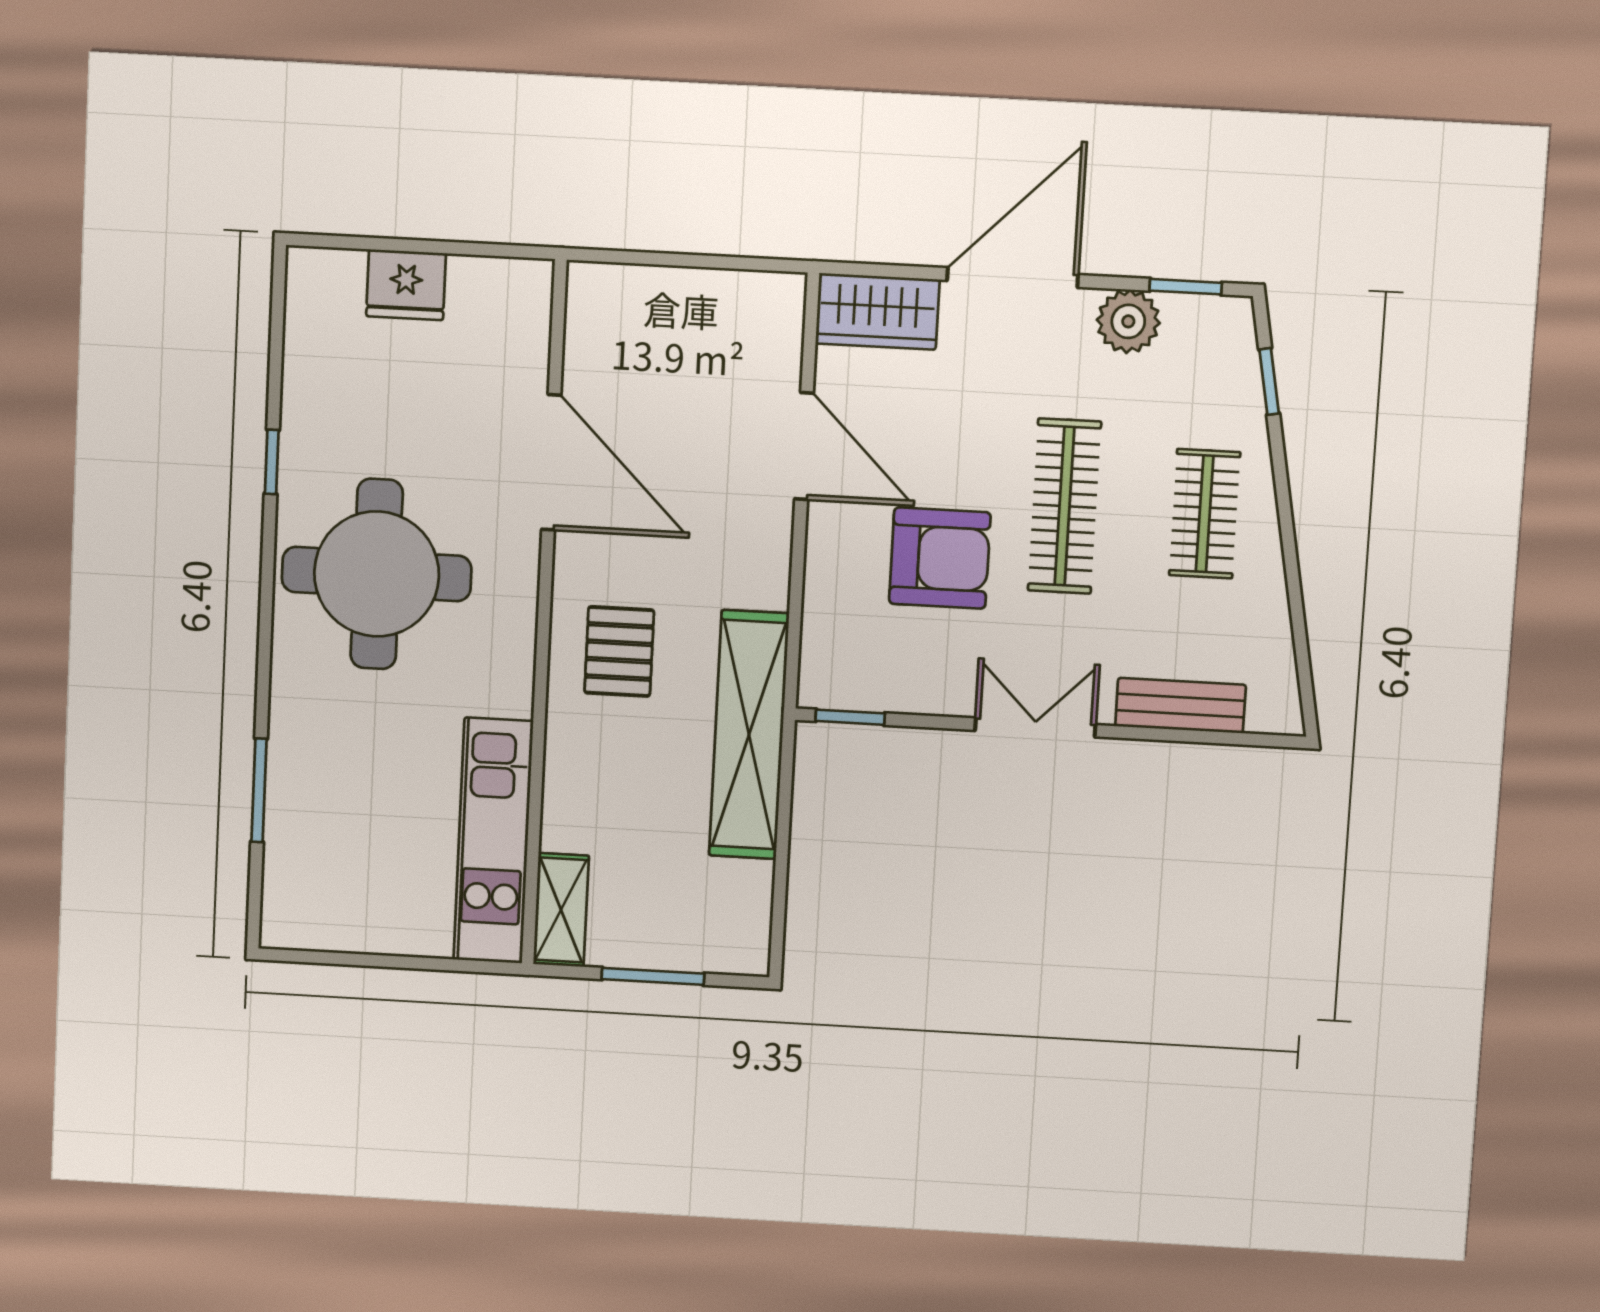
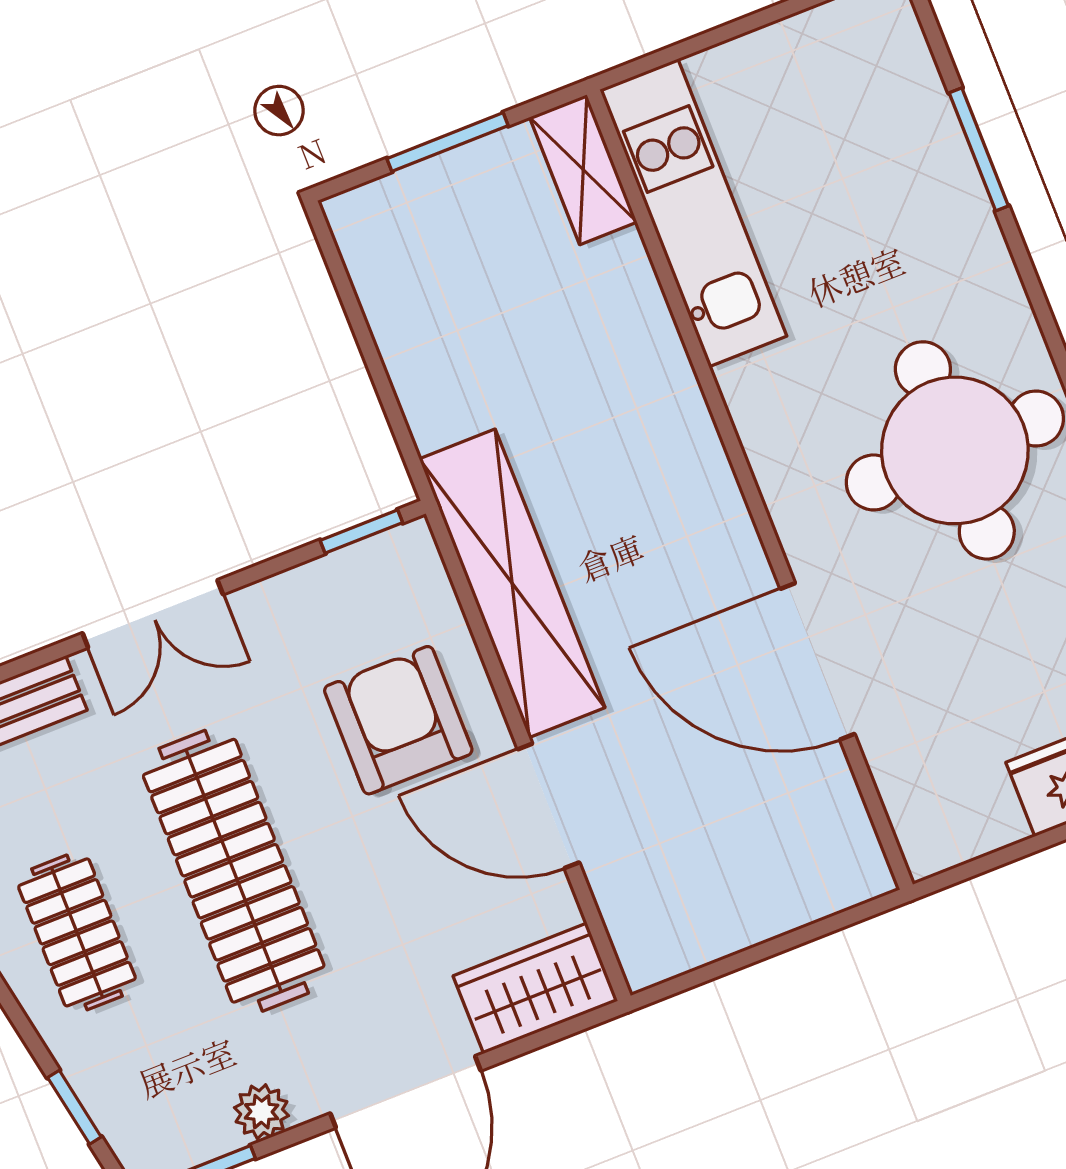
plant: (1128, 321) -> (262, 1112), width x0.73, depth x0.73
clothes rail: (1064, 506) -> (234, 871), width x1.37, depth x1.31
armchair: (940, 558) -> (398, 720), moved, turned 90
pallet: (619, 651) -> (649, 487), removed
shelving: (749, 735) -> (512, 583), moved

